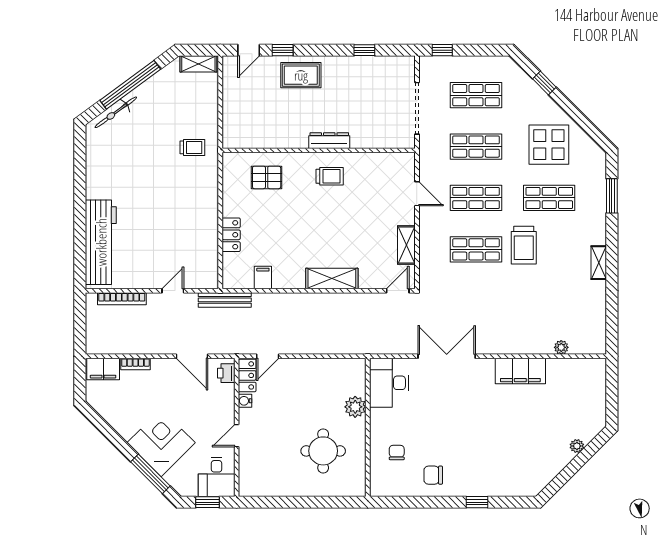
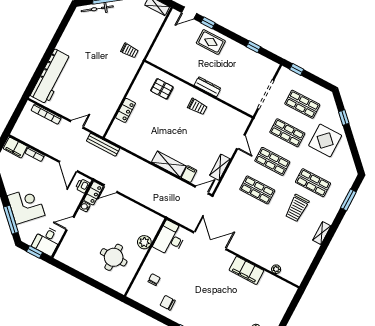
display table: (549, 145) -> (325, 140), moved
trolley: (524, 245) -> (297, 208), moved
filing cabinet: (263, 278) -> (189, 174), moved

